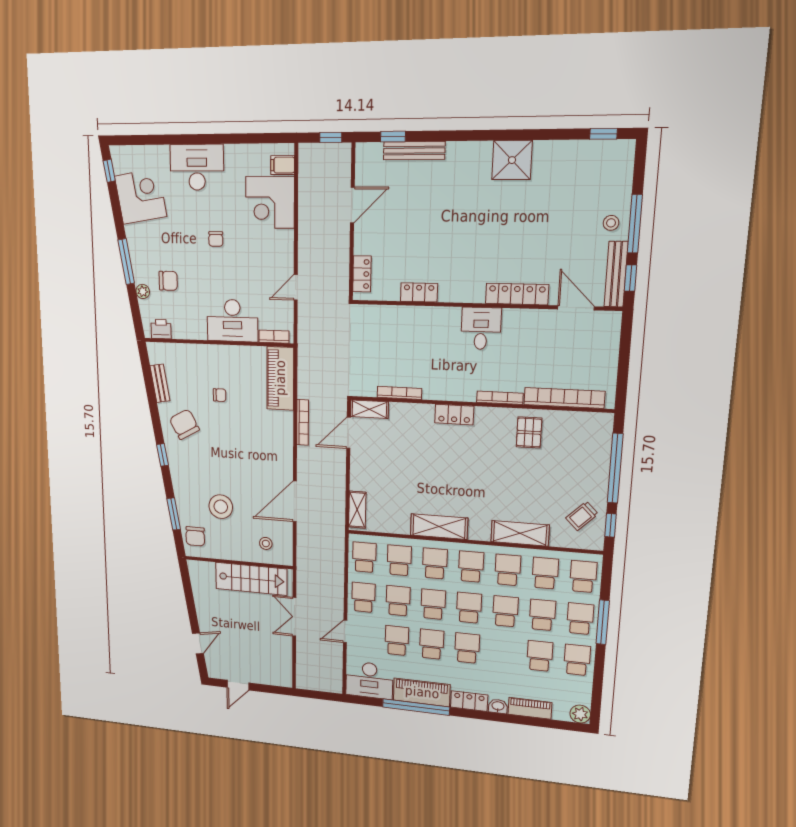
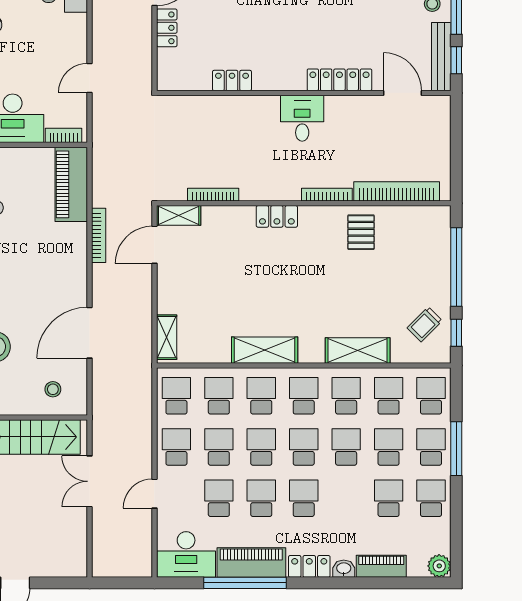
locker: (362, 274) -> (167, 28), moved

